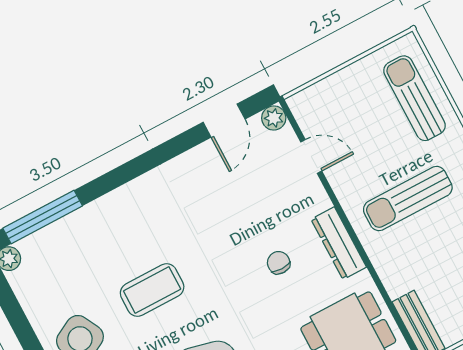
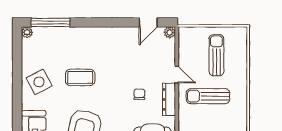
sun lounger: (414, 98) -> (216, 55), moved
door: (311, 156) -> (177, 75), moved

